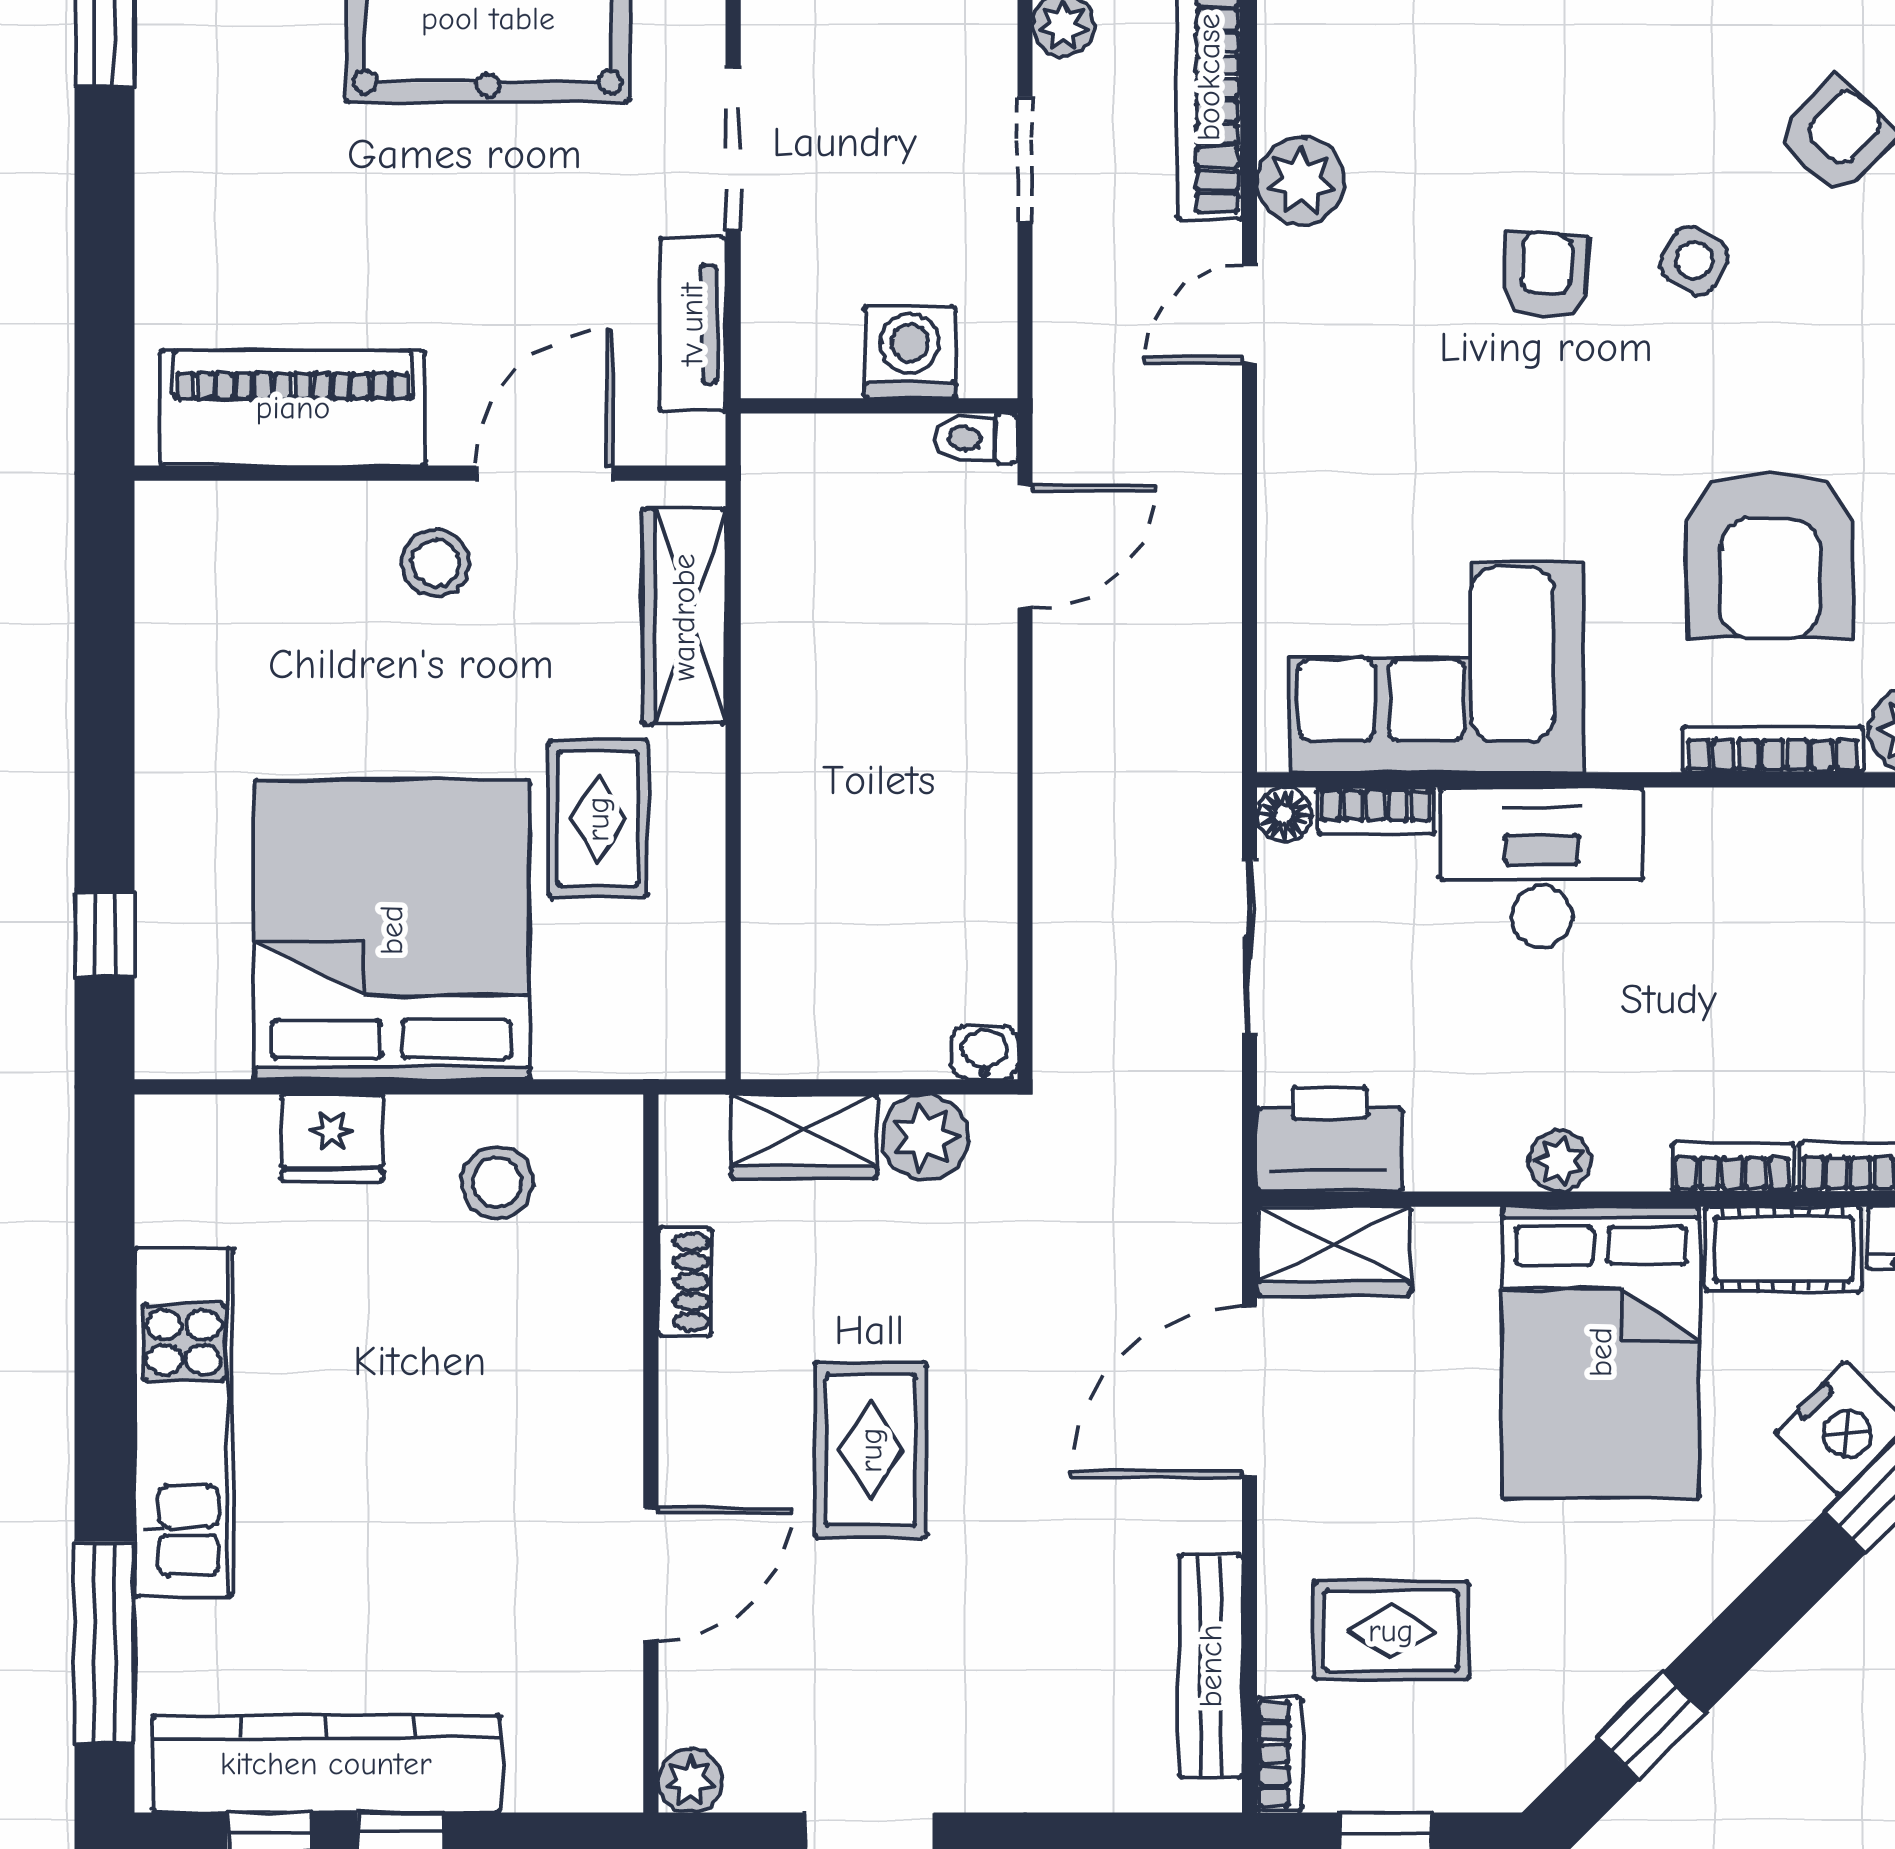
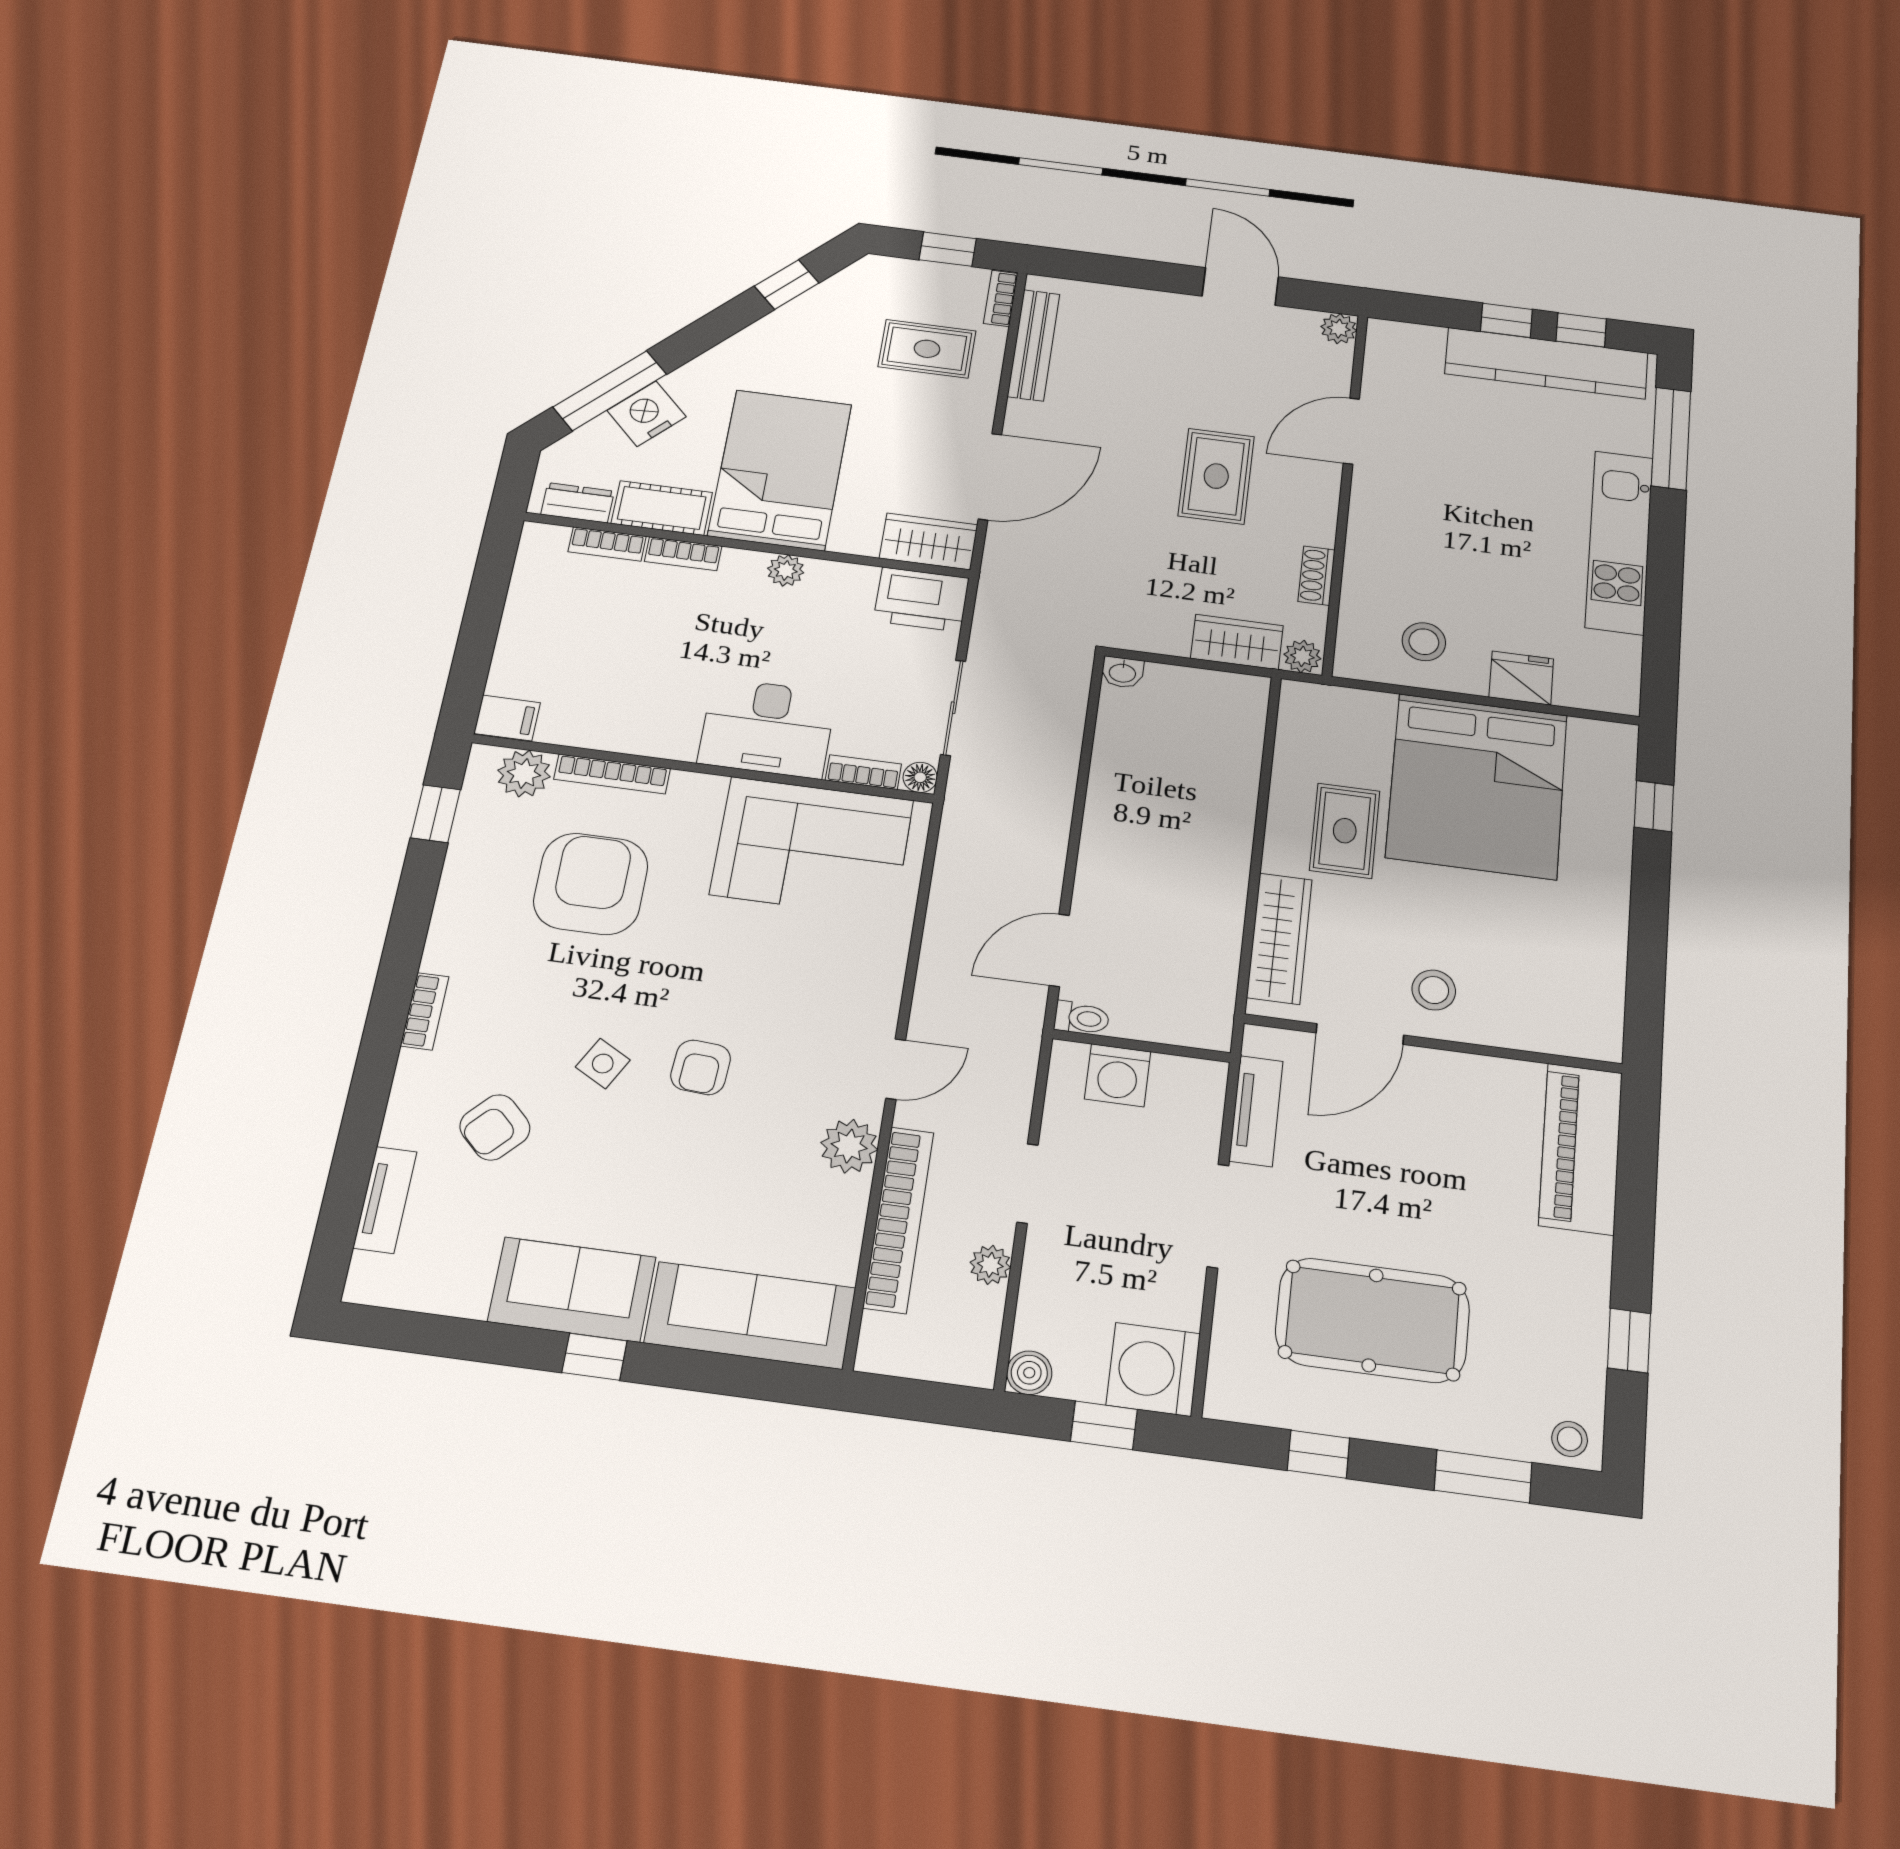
piano: (293, 408) -> (1581, 1149), moved, turned 90
plant: (925, 1137) -> (1302, 656), moved, width x0.73, depth x0.73

